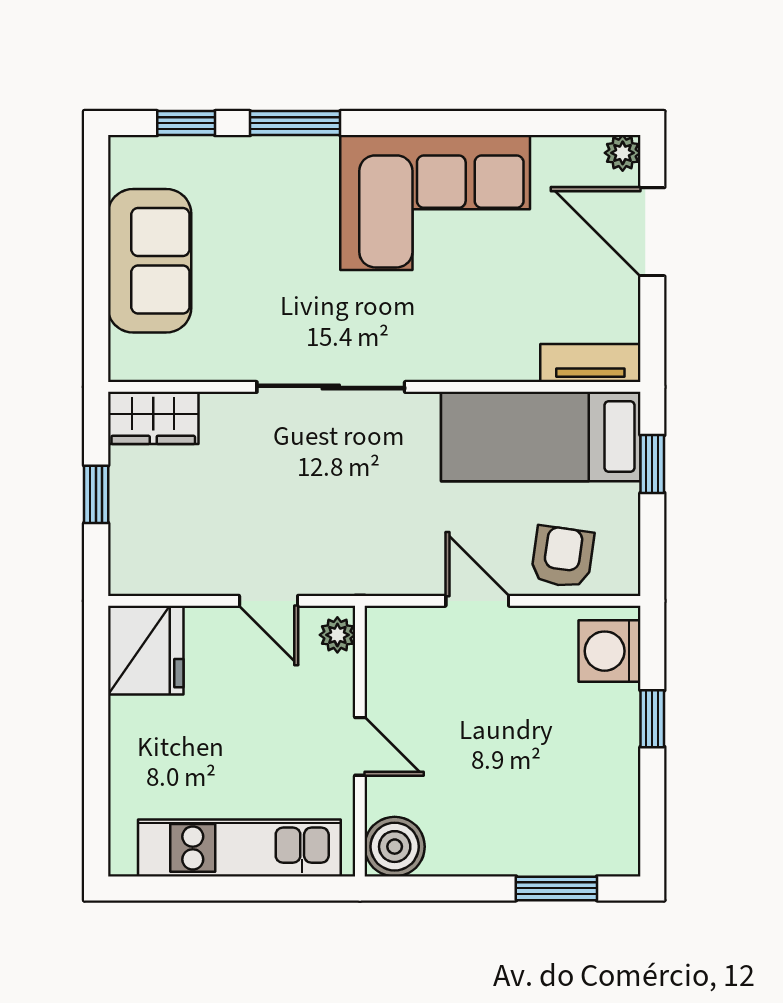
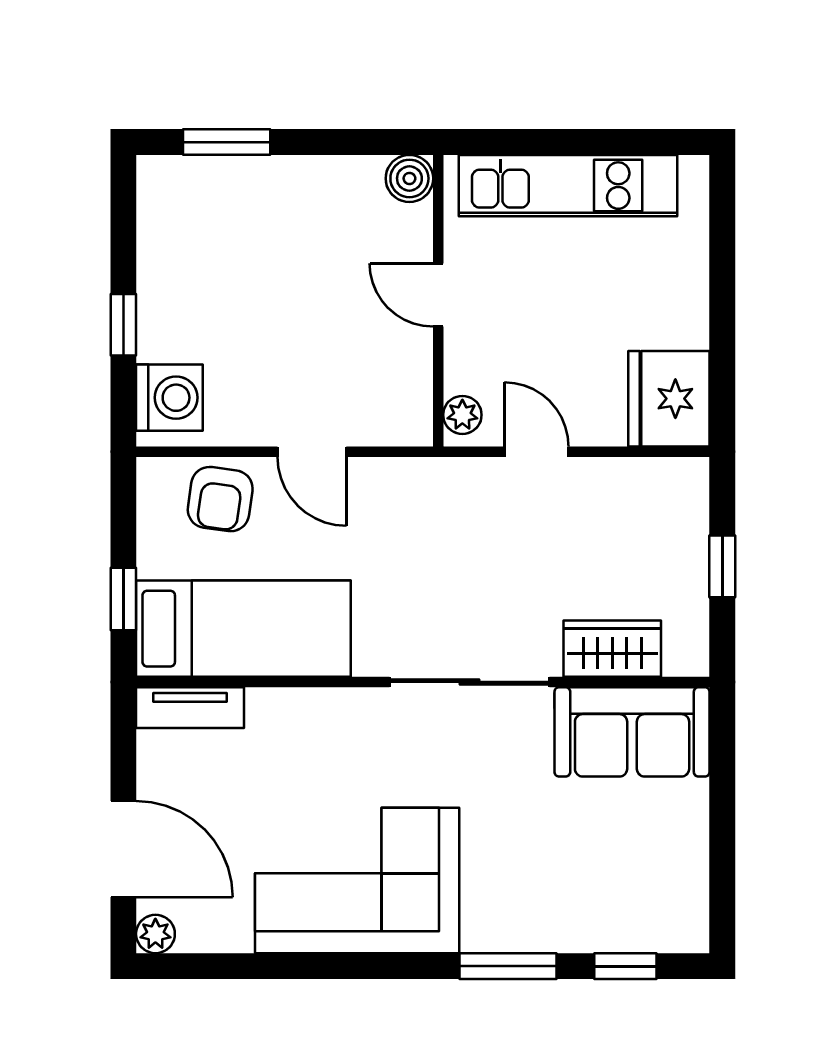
sofa: (150, 261) -> (632, 732), moved, turned -90
wardrobe: (153, 418) -> (612, 649), moved
boiler: (395, 847) -> (409, 178), width x0.73, depth x0.73

